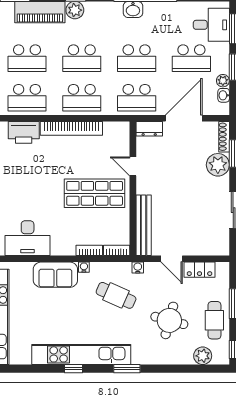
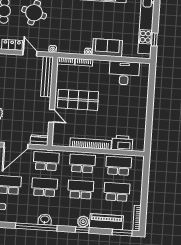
cafe table: (116, 295) -> (68, 32), removed

